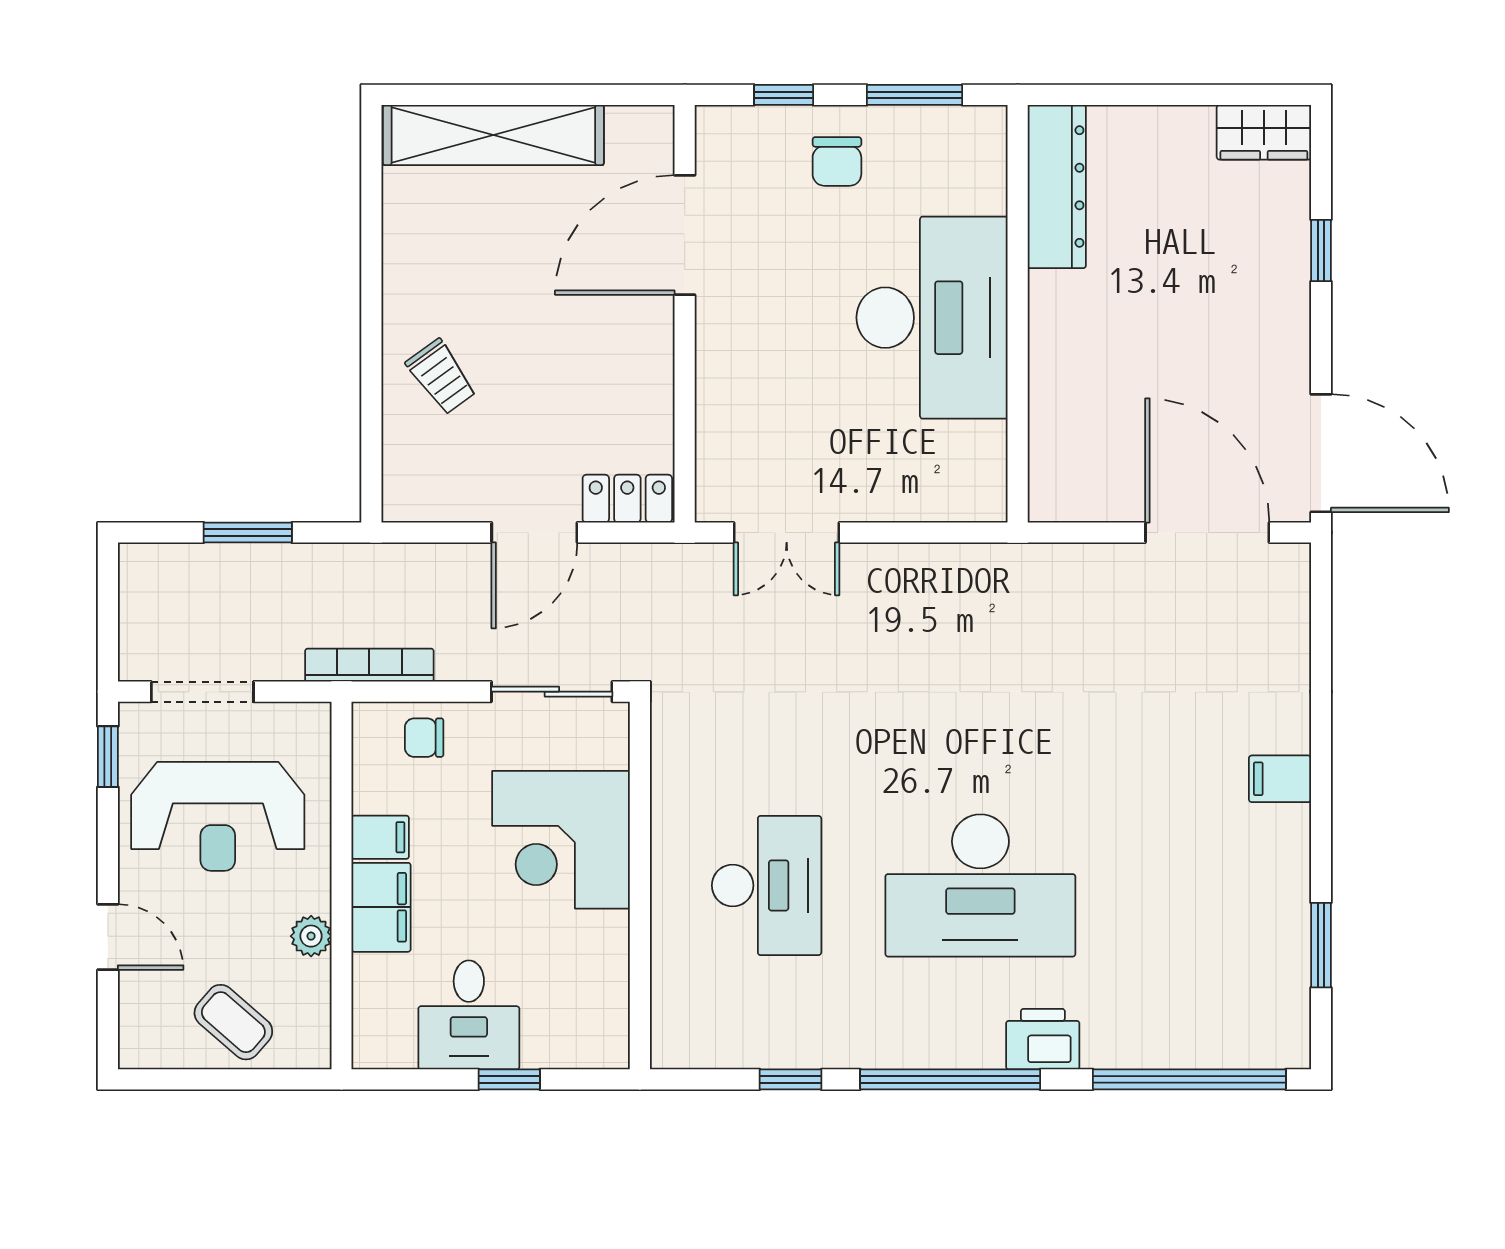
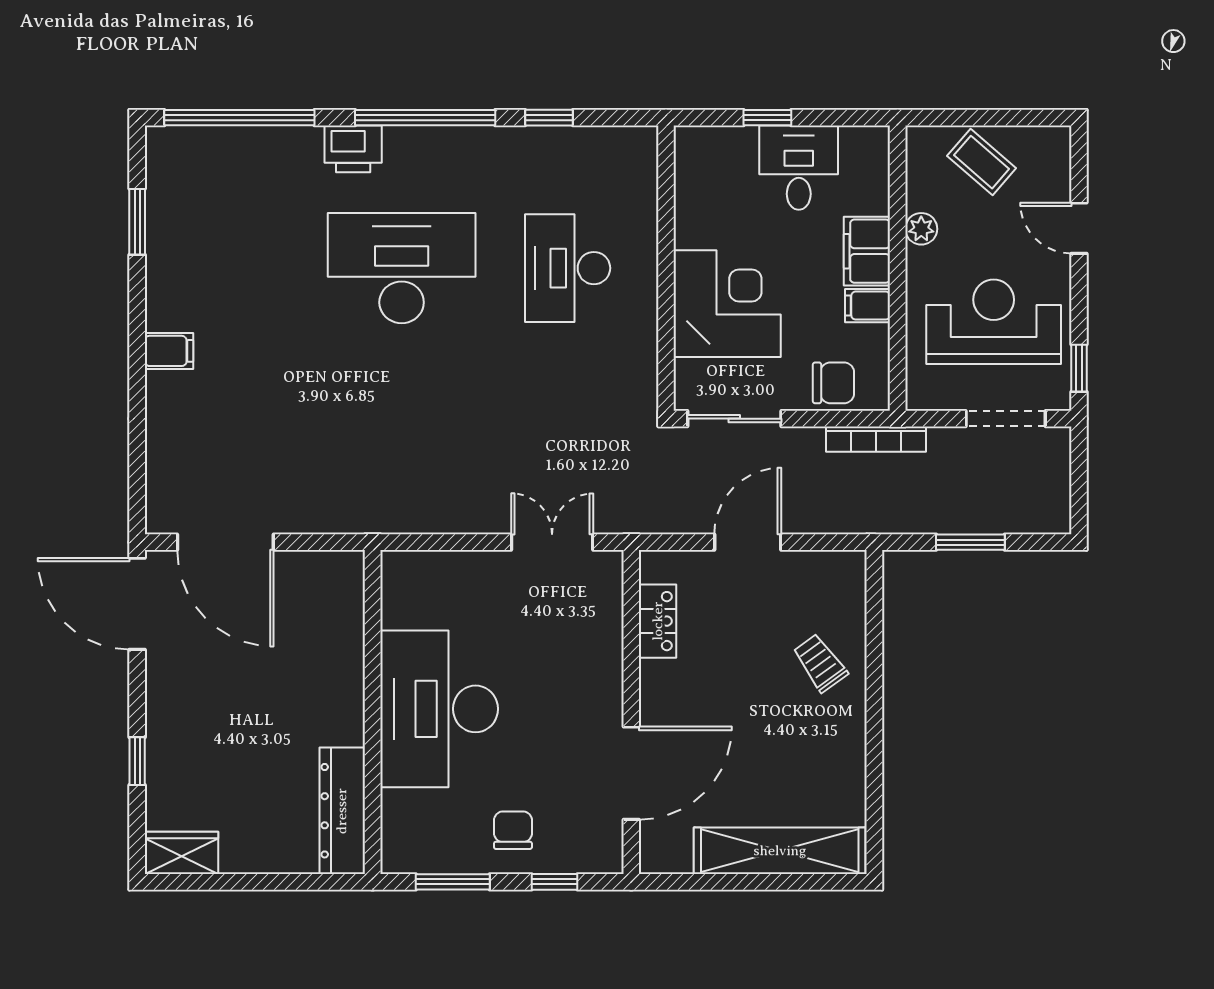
locker: (627, 499) -> (658, 621), moved, turned -90
chair: (424, 738) -> (833, 383), width x1.37, depth x1.37

